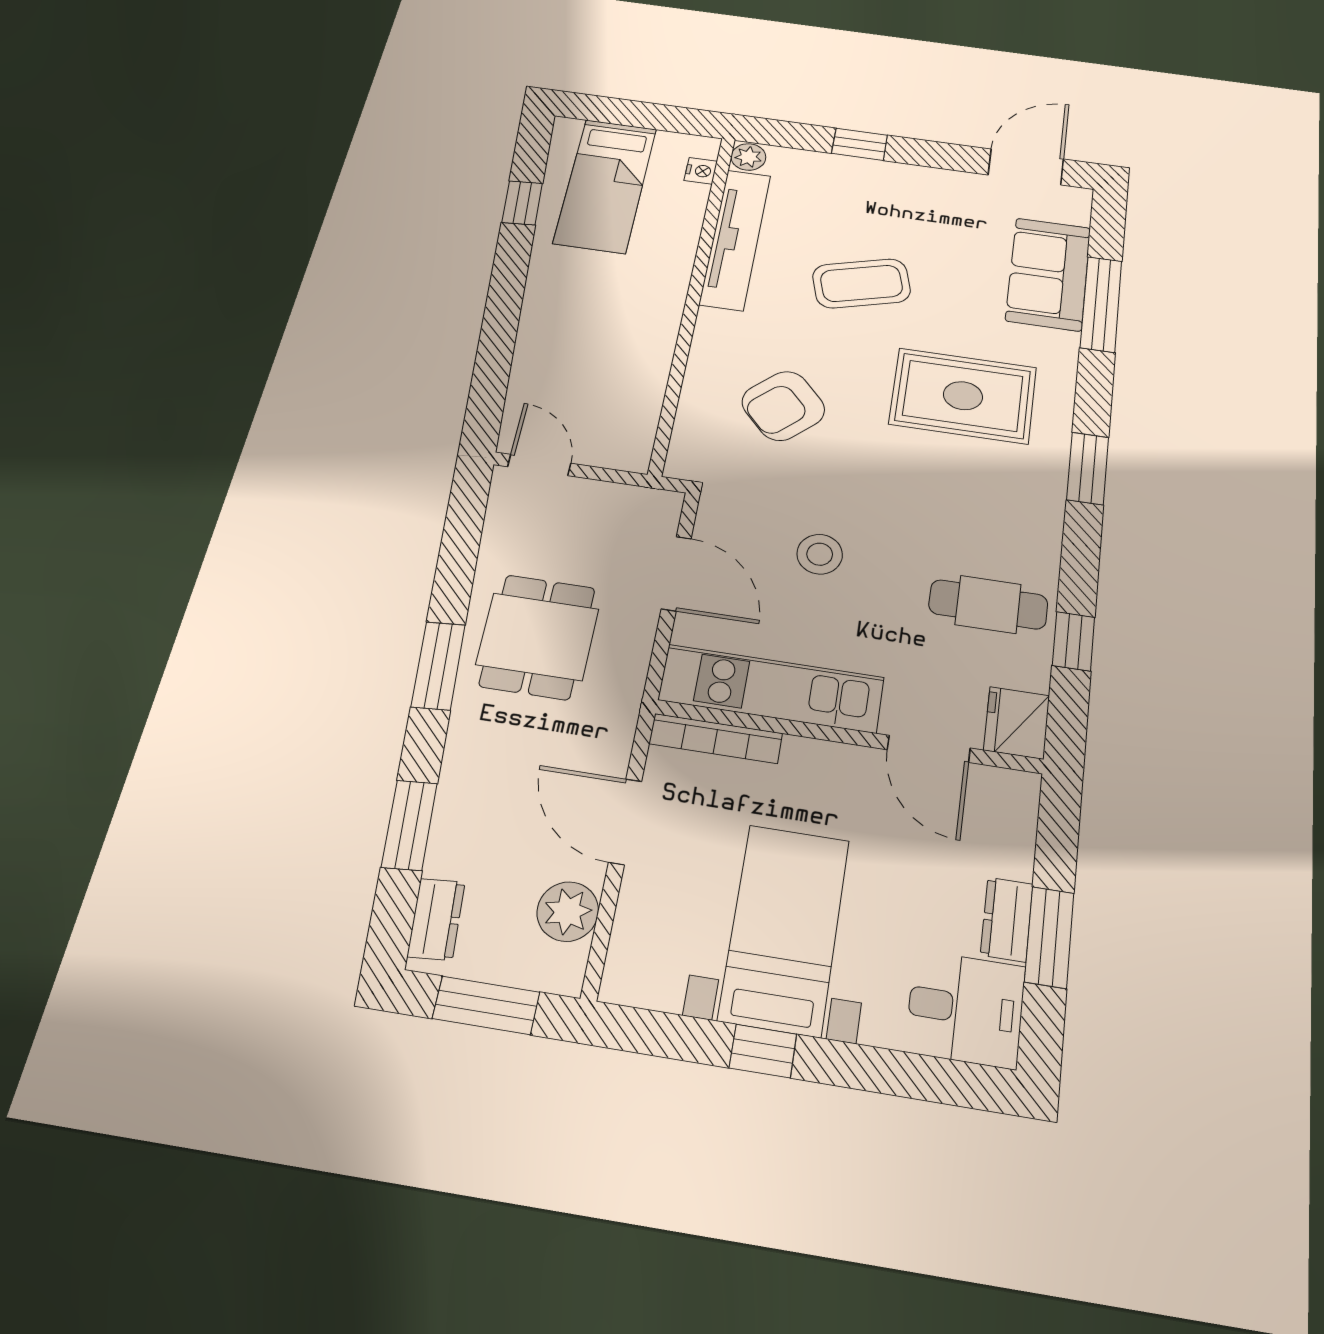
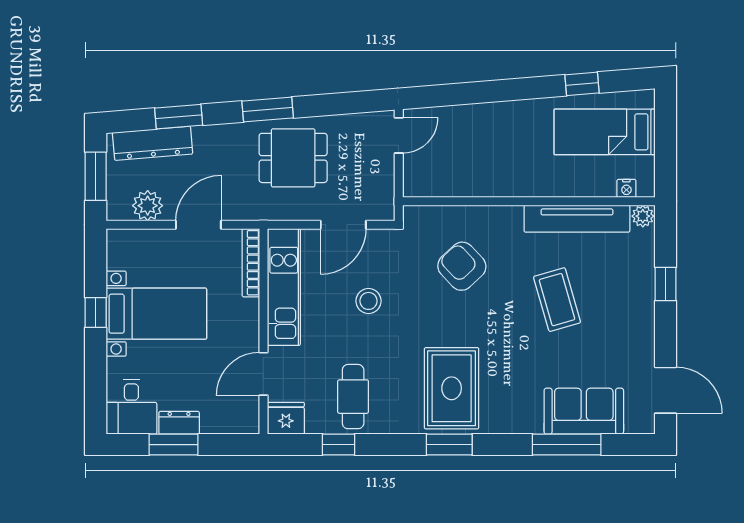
rug: (963, 396) -> (452, 388), moved
dresser: (436, 919) -> (153, 143), width x1.96, depth x1.24

